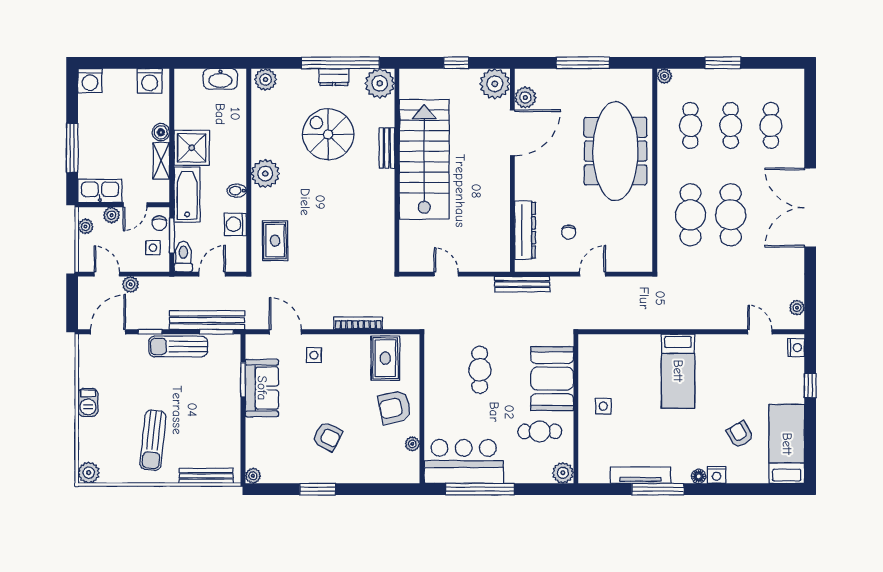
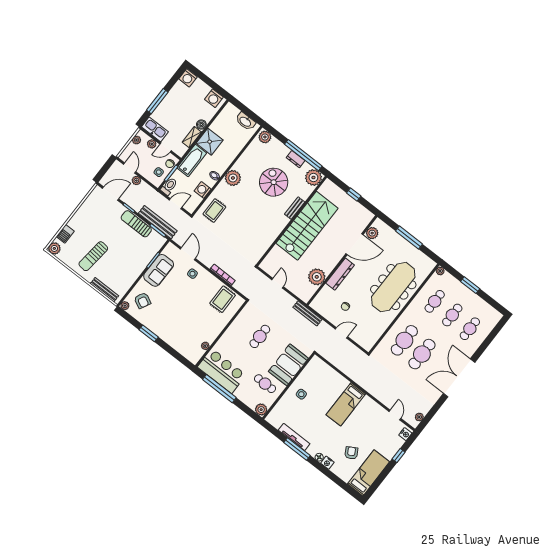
plant: (495, 84) -> (317, 277), moved
dresser: (525, 230) -> (340, 274), moved
barbecue: (88, 402) -> (65, 234), moved
armchair: (395, 407) -> (210, 324), removed
armchair: (327, 436) -> (142, 300), moved

